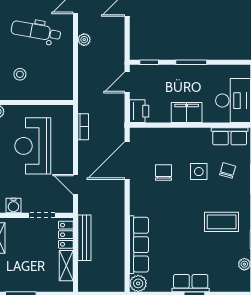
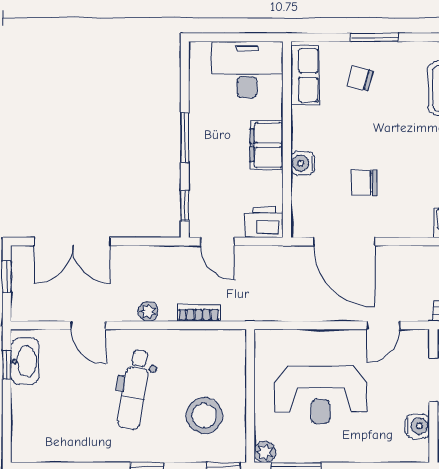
stool: (20, 74) -> (204, 416), width x1.89, depth x1.89
bookcase: (83, 127) -> (199, 313), moved
water cooler: (175, 135) -> (303, 163), added
side table: (199, 172) -> (362, 125), removed

